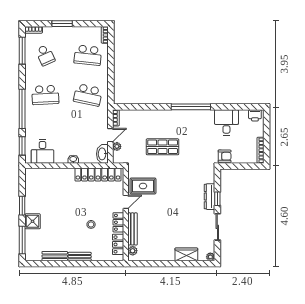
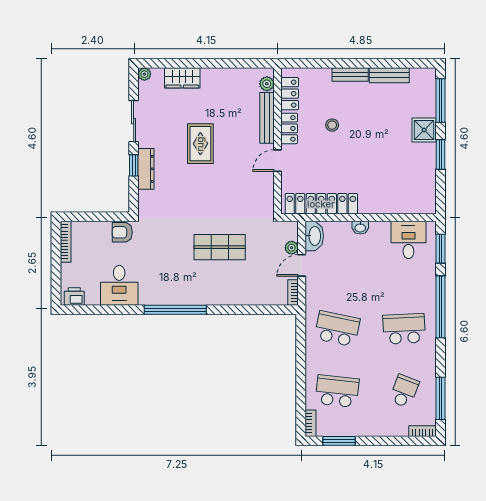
window: (62, 24) -> (339, 441), moved
school desk: (45, 55) -> (404, 391), turned 45
rug: (143, 186) -> (200, 144), moved, turned 90

